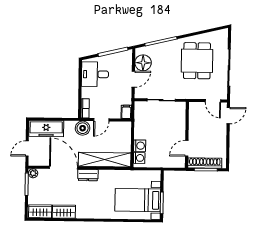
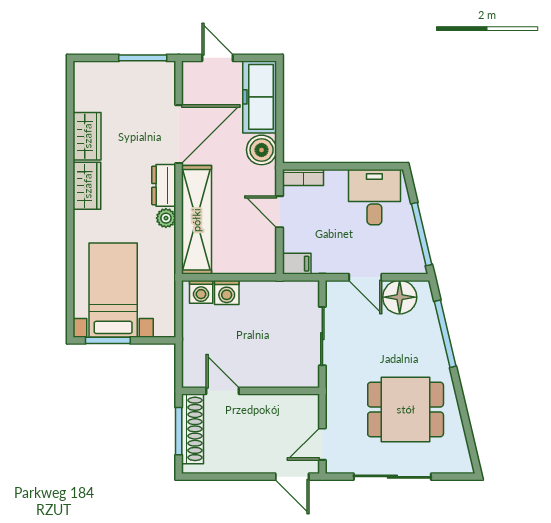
boiler: (83, 128) -> (262, 150), moved
plant: (33, 173) -> (166, 218), moved
wardrobe: (40, 211) -> (87, 186), moved

